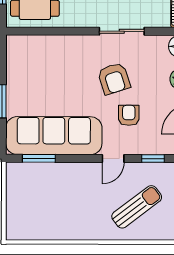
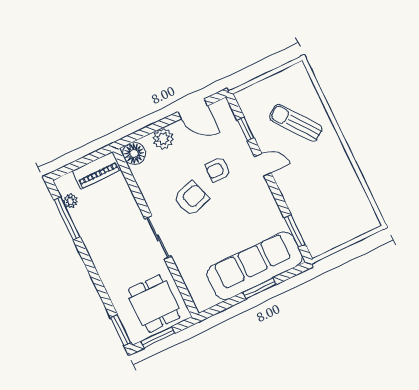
sliding door: (122, 31) -> (158, 237), moved
sofa: (54, 136) -> (255, 266), moved, turned 90

